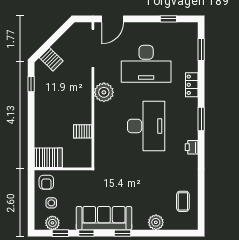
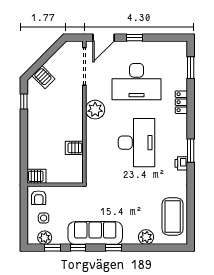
window: (168, 19) -> (135, 38), moved
window: (201, 119) -> (191, 151), moved
server rack: (48, 158) -> (36, 176), width x0.73, depth x0.70
coffee table: (183, 201) -> (173, 217), width x1.86, depth x1.72

